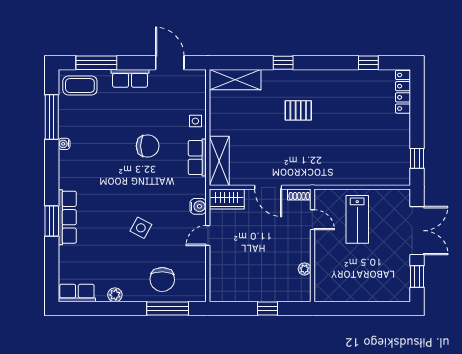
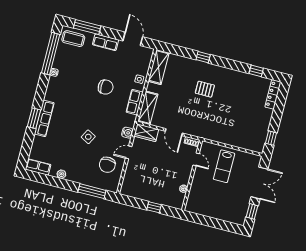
shelving: (235, 80) -> (159, 67), moved, turned 90
window: (52, 117) -> (51, 54), width x1.46
chair: (162, 279) -> (107, 165), moved

